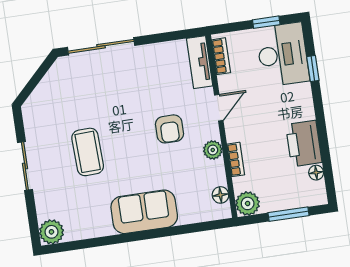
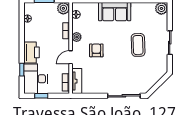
printer: (304, 144) -> (32, 52), moved

